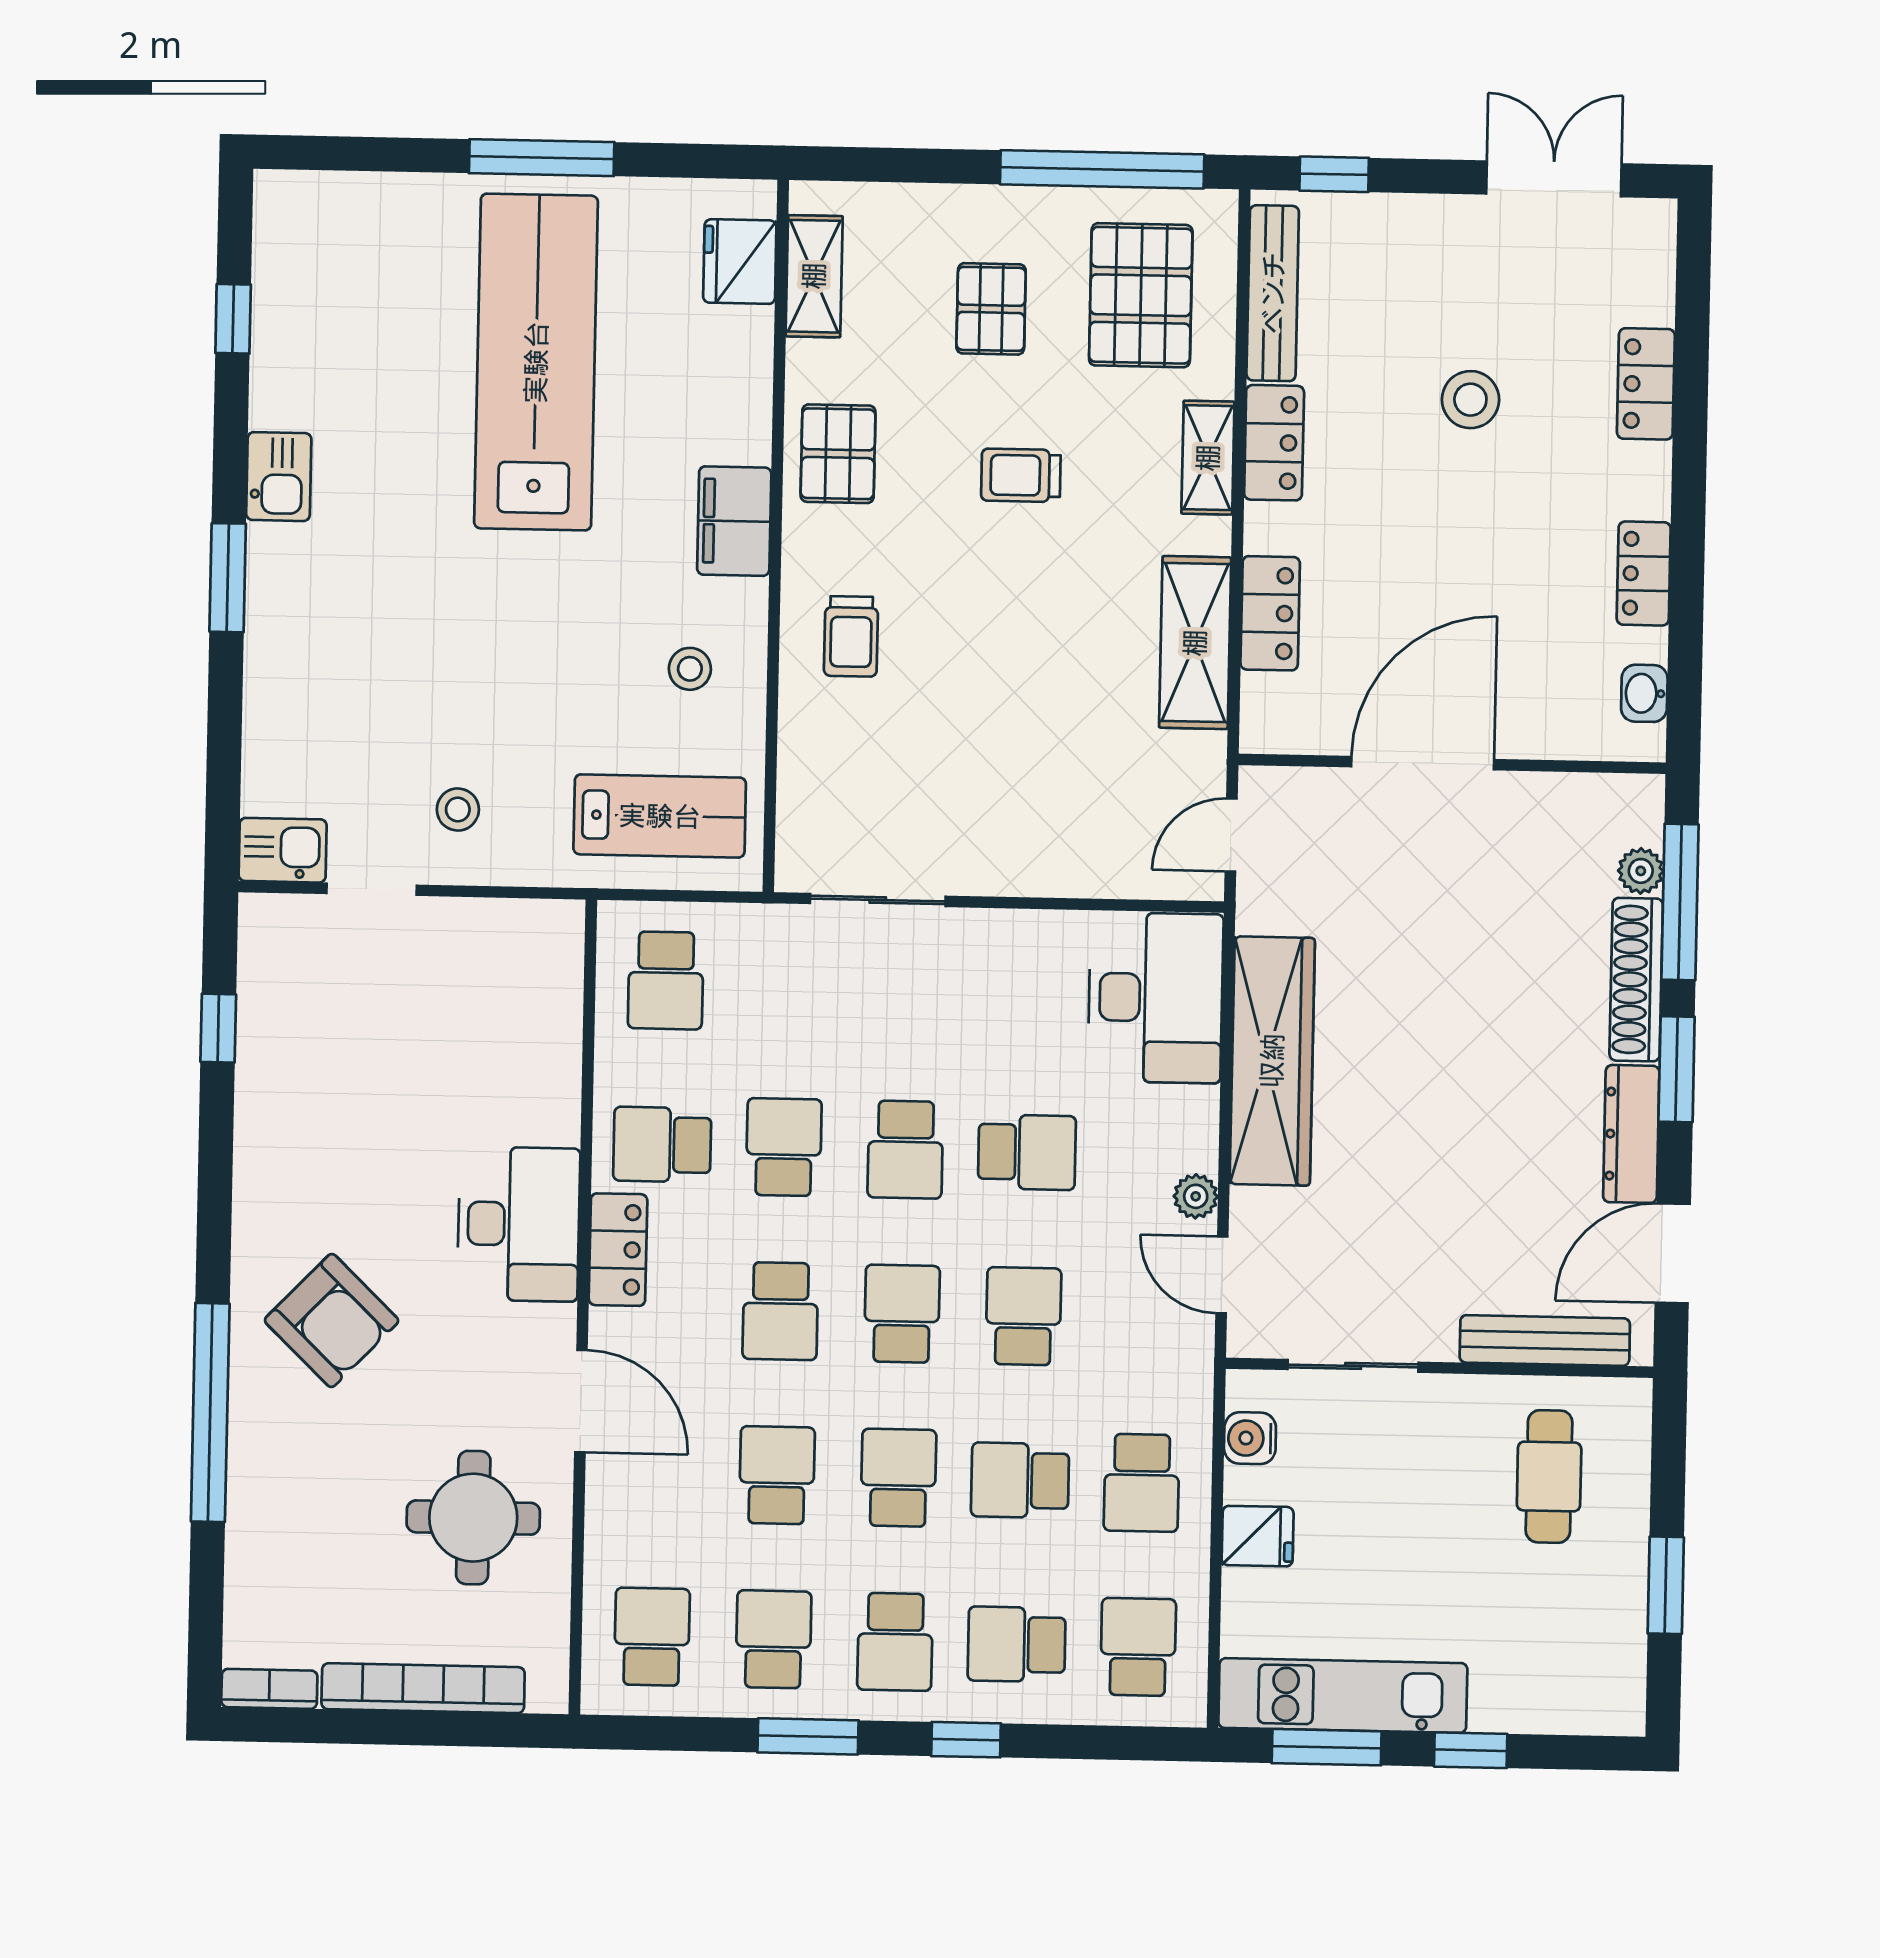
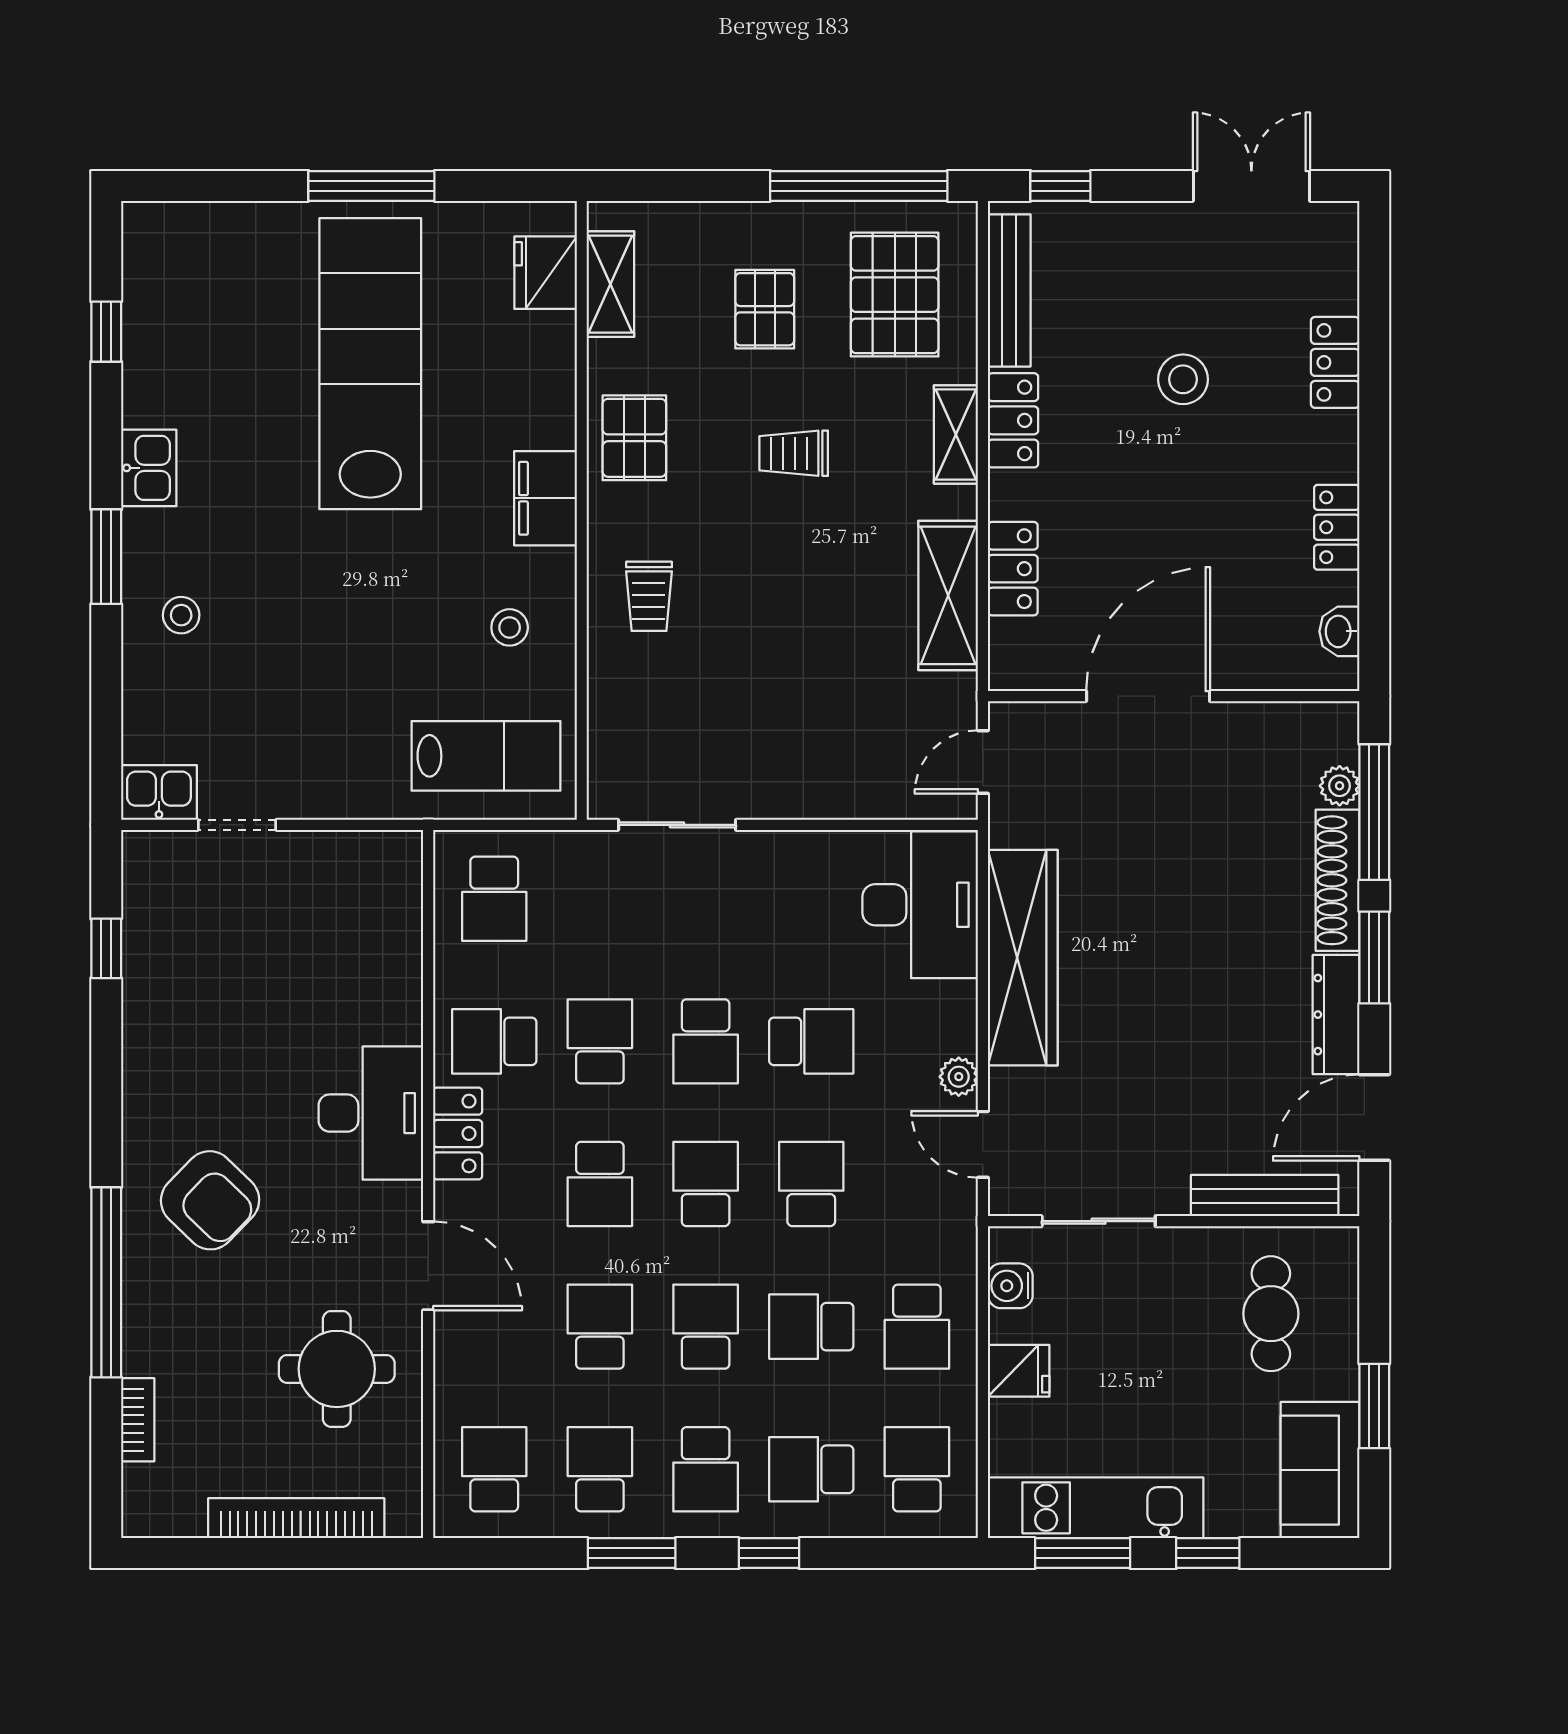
stool: (458, 810) -> (181, 615), moved
sofa: (1602, 1658) -> (1320, 1470), added
bookcase: (269, 1689) -> (138, 1420), moved, turned 90

